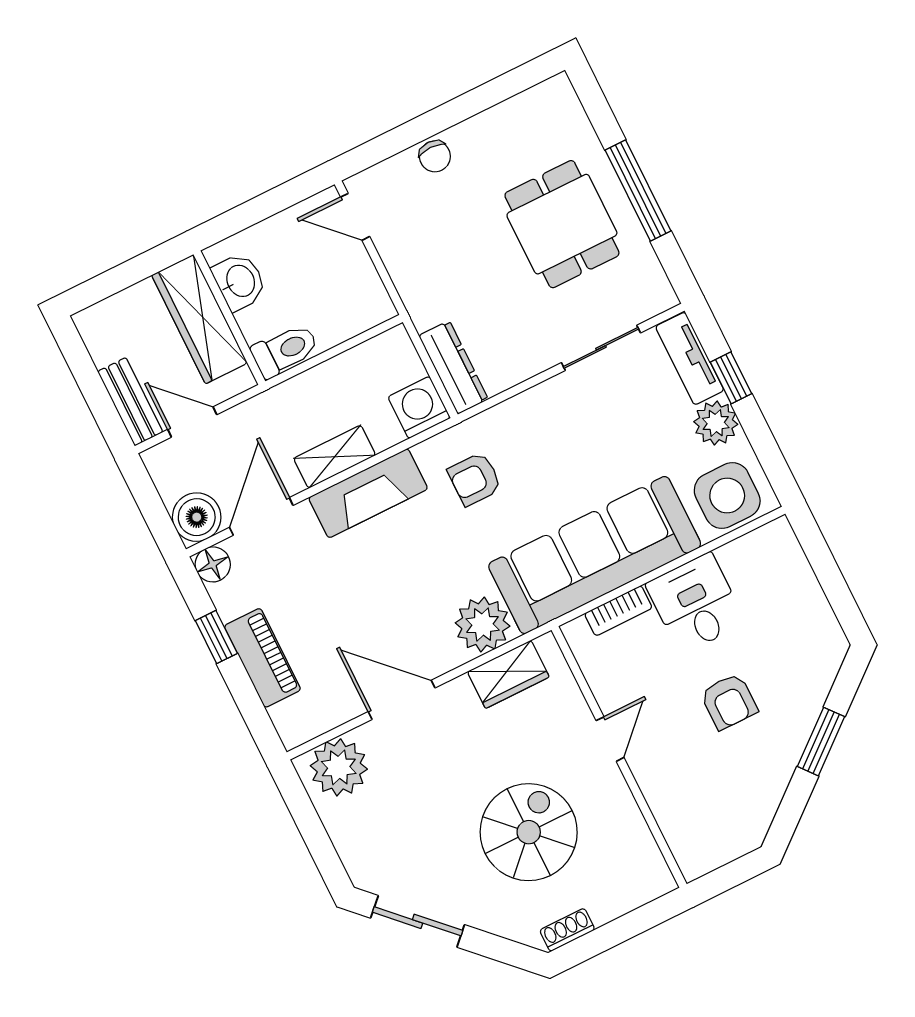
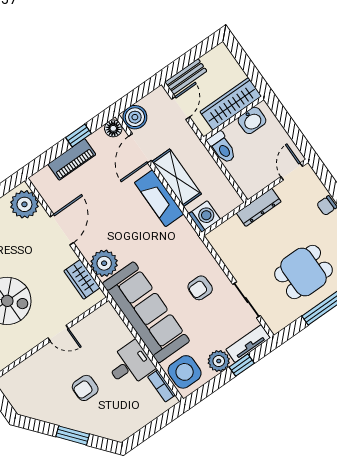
dresser: (453, 367) -> (259, 207), moved
shelving: (335, 457) -> (177, 178), width x1.50, depth x1.33
armchair: (475, 479) -> (200, 288), moved, turned -90
door: (261, 516) -> (140, 148), swing flipped
bookcase: (618, 611) -> (162, 386), moved

